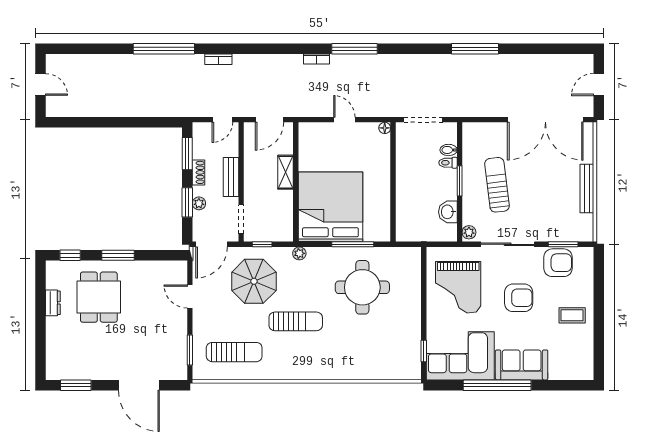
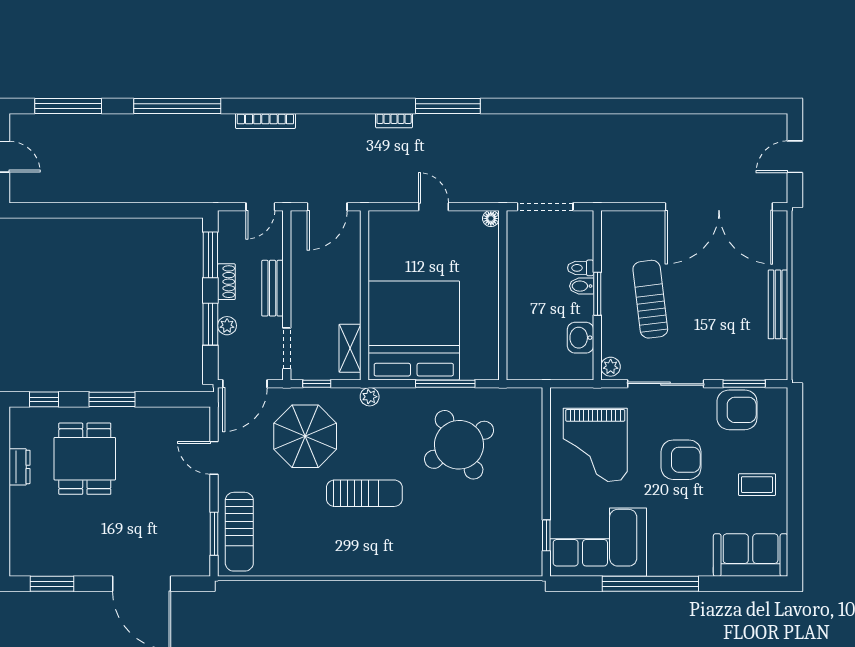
window: (475, 49) -> (68, 106), moved
bookcase: (218, 59) -> (265, 121), width x1.56
bidet: (449, 150) -> (582, 286), moved
shelving: (286, 172) -> (350, 348), moved
round table: (362, 287) -> (459, 445), turned -30
sun lounger: (234, 352) -> (239, 532), moved, turned 90
sofa: (522, 365) -> (751, 555), moved

